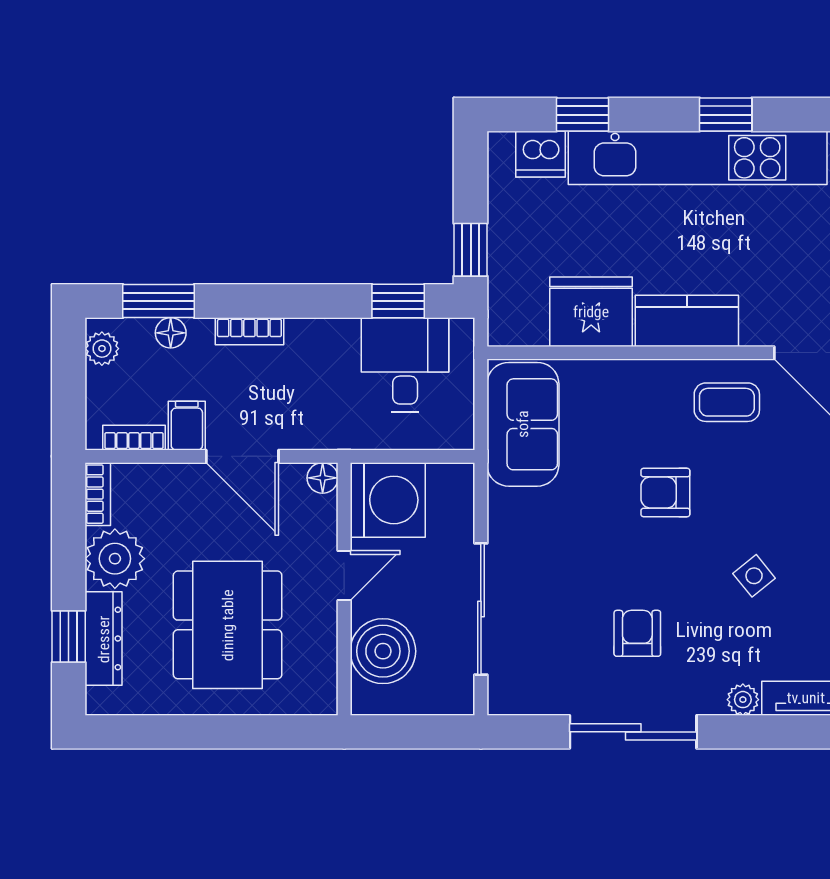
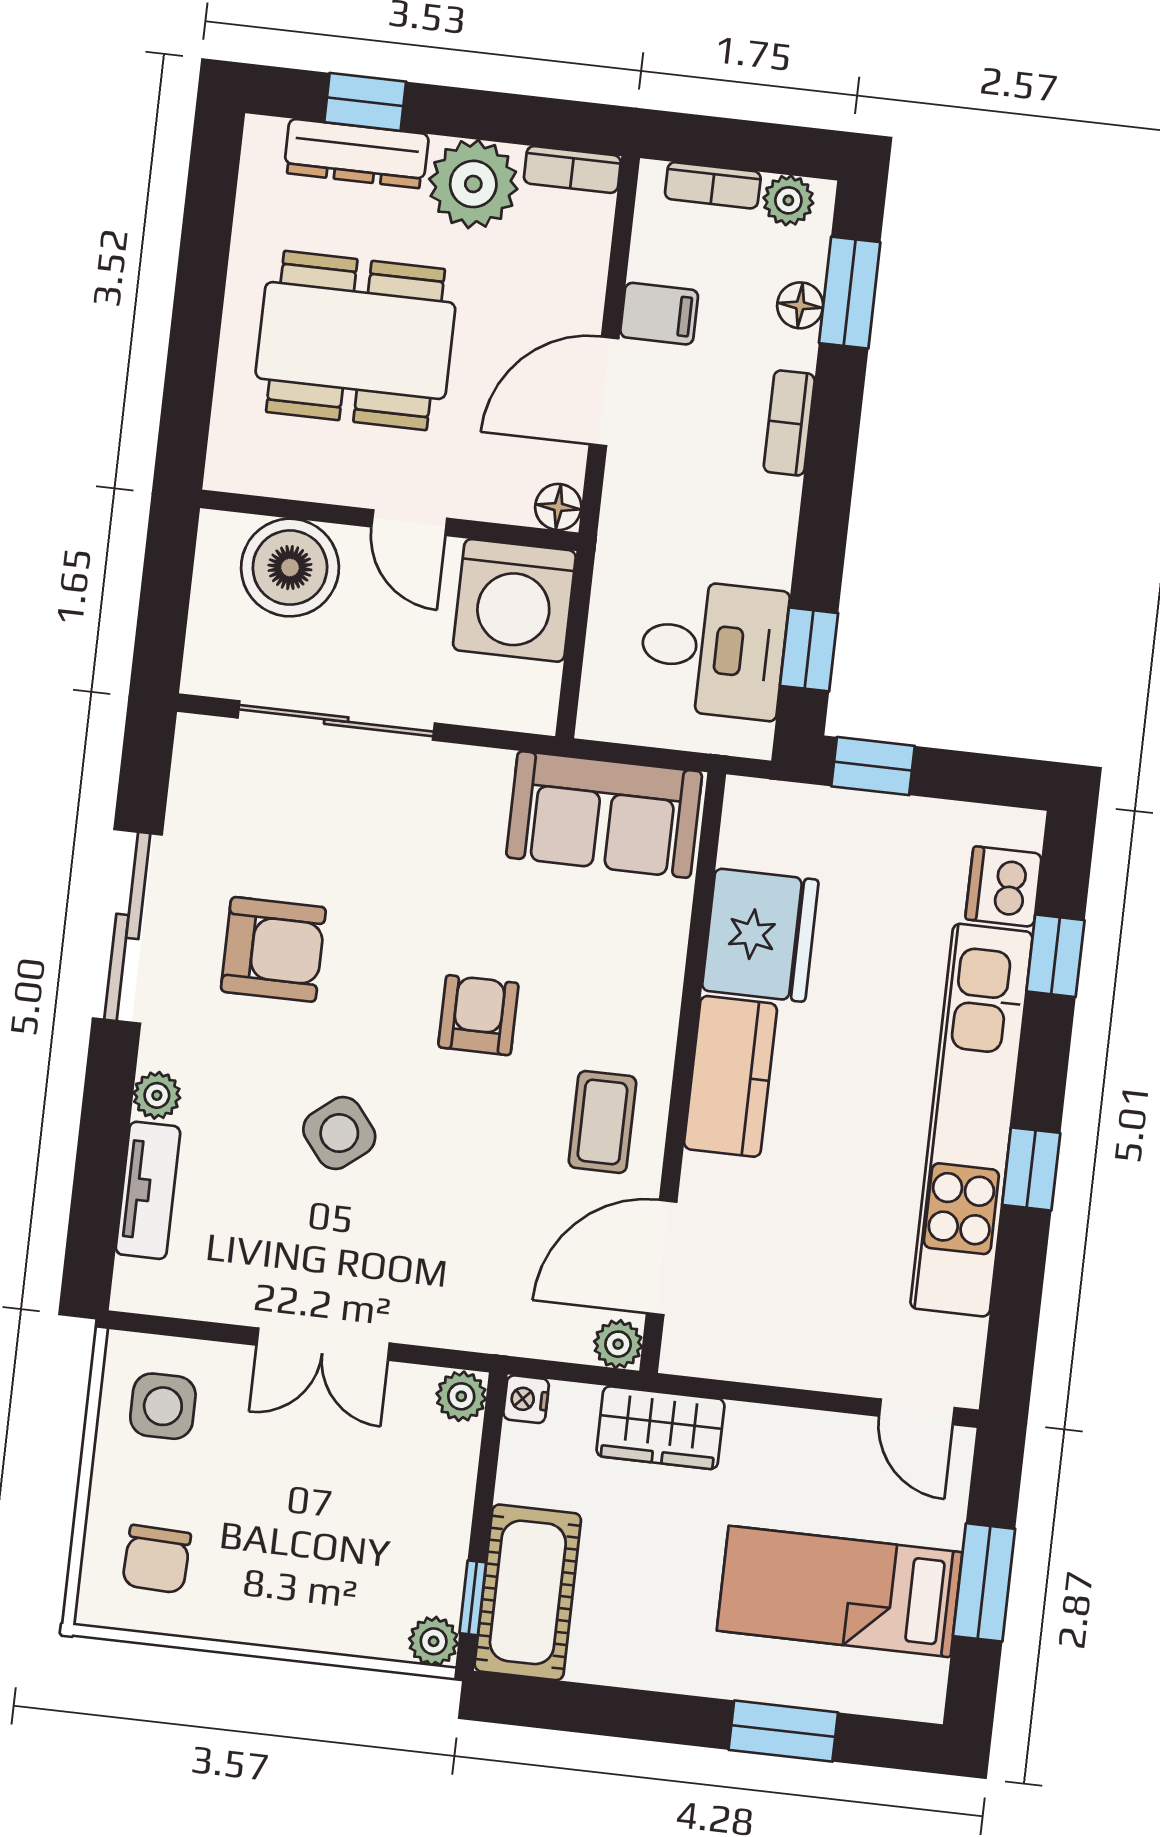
bookcase: (134, 438) -> (713, 185), moved, turned 90
side table: (754, 576) -> (339, 1133), width x1.37, depth x1.37
armchair: (637, 633) -> (273, 949), width x1.38, depth x1.38

